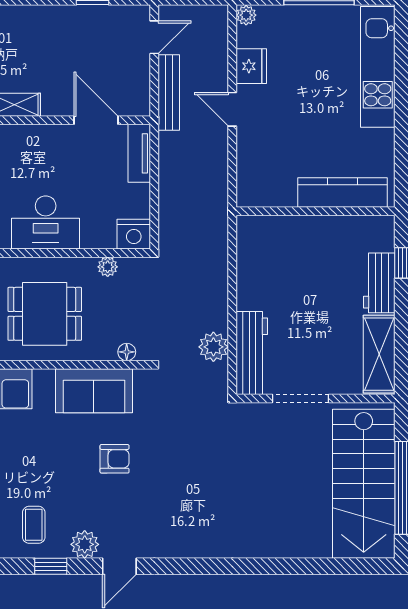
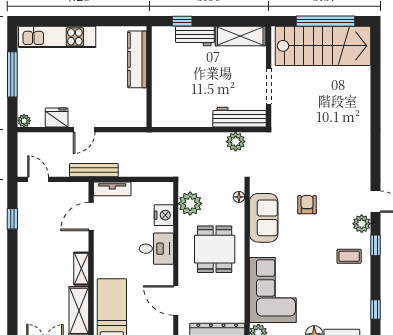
bench: (169, 92) -> (94, 170), moved
desk: (46, 222) -> (156, 249), width x0.73
nightstand: (134, 234) -> (164, 215), moved
plant: (108, 267) -> (190, 204), width x1.88, depth x1.88

